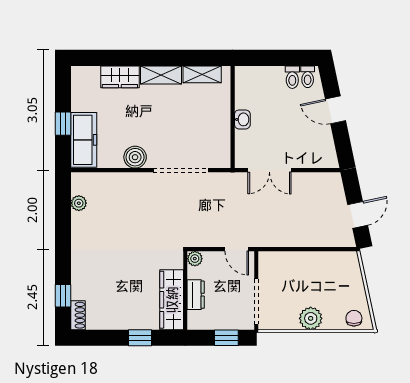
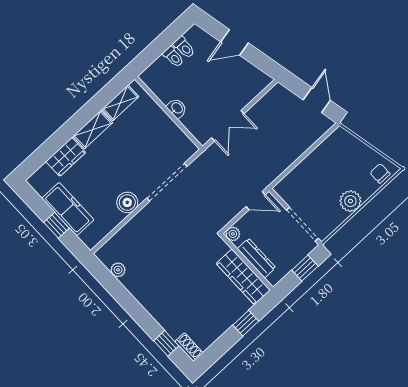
toilet: (308, 77) -> (173, 57), moved
freezer: (84, 140) -> (68, 209), moved
dresser: (196, 295) -> (256, 258), width x1.44

